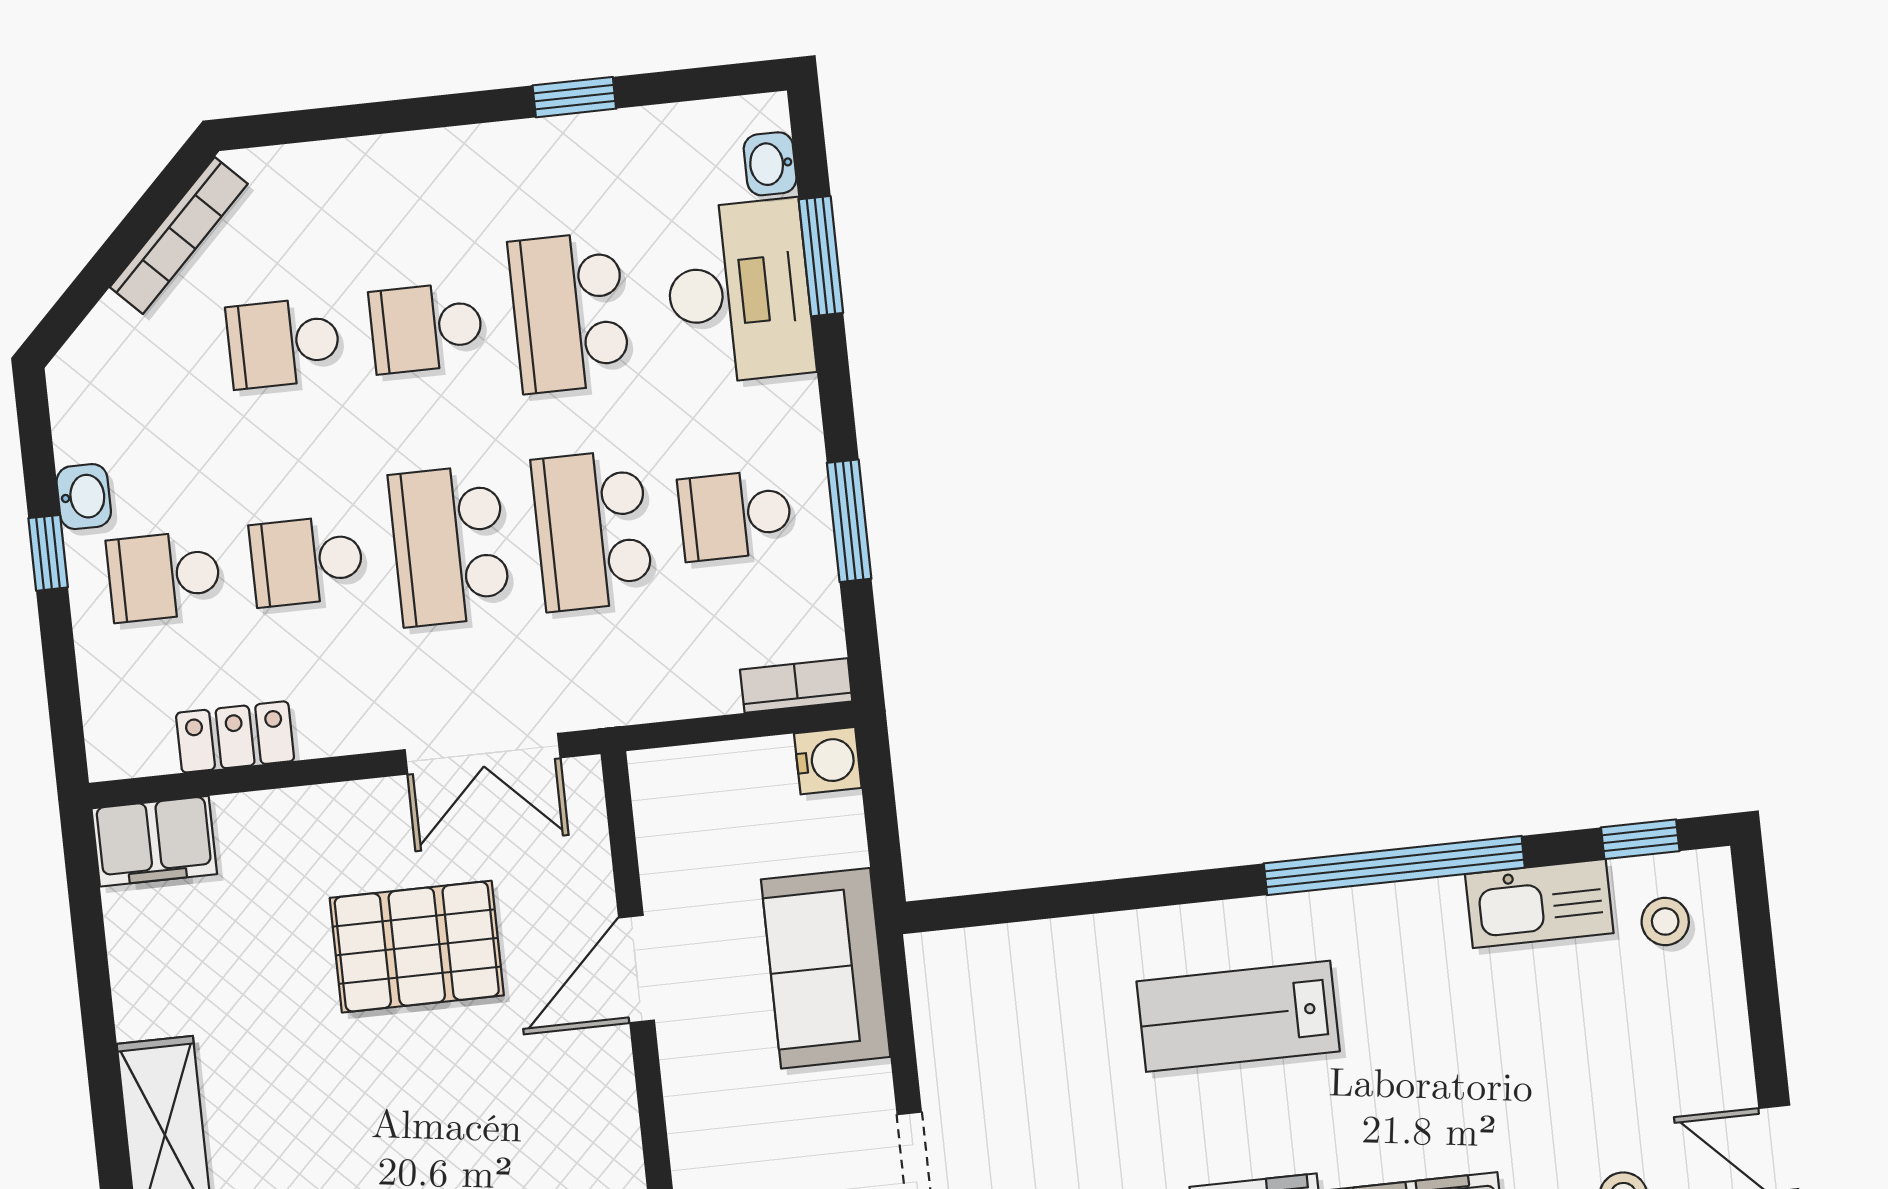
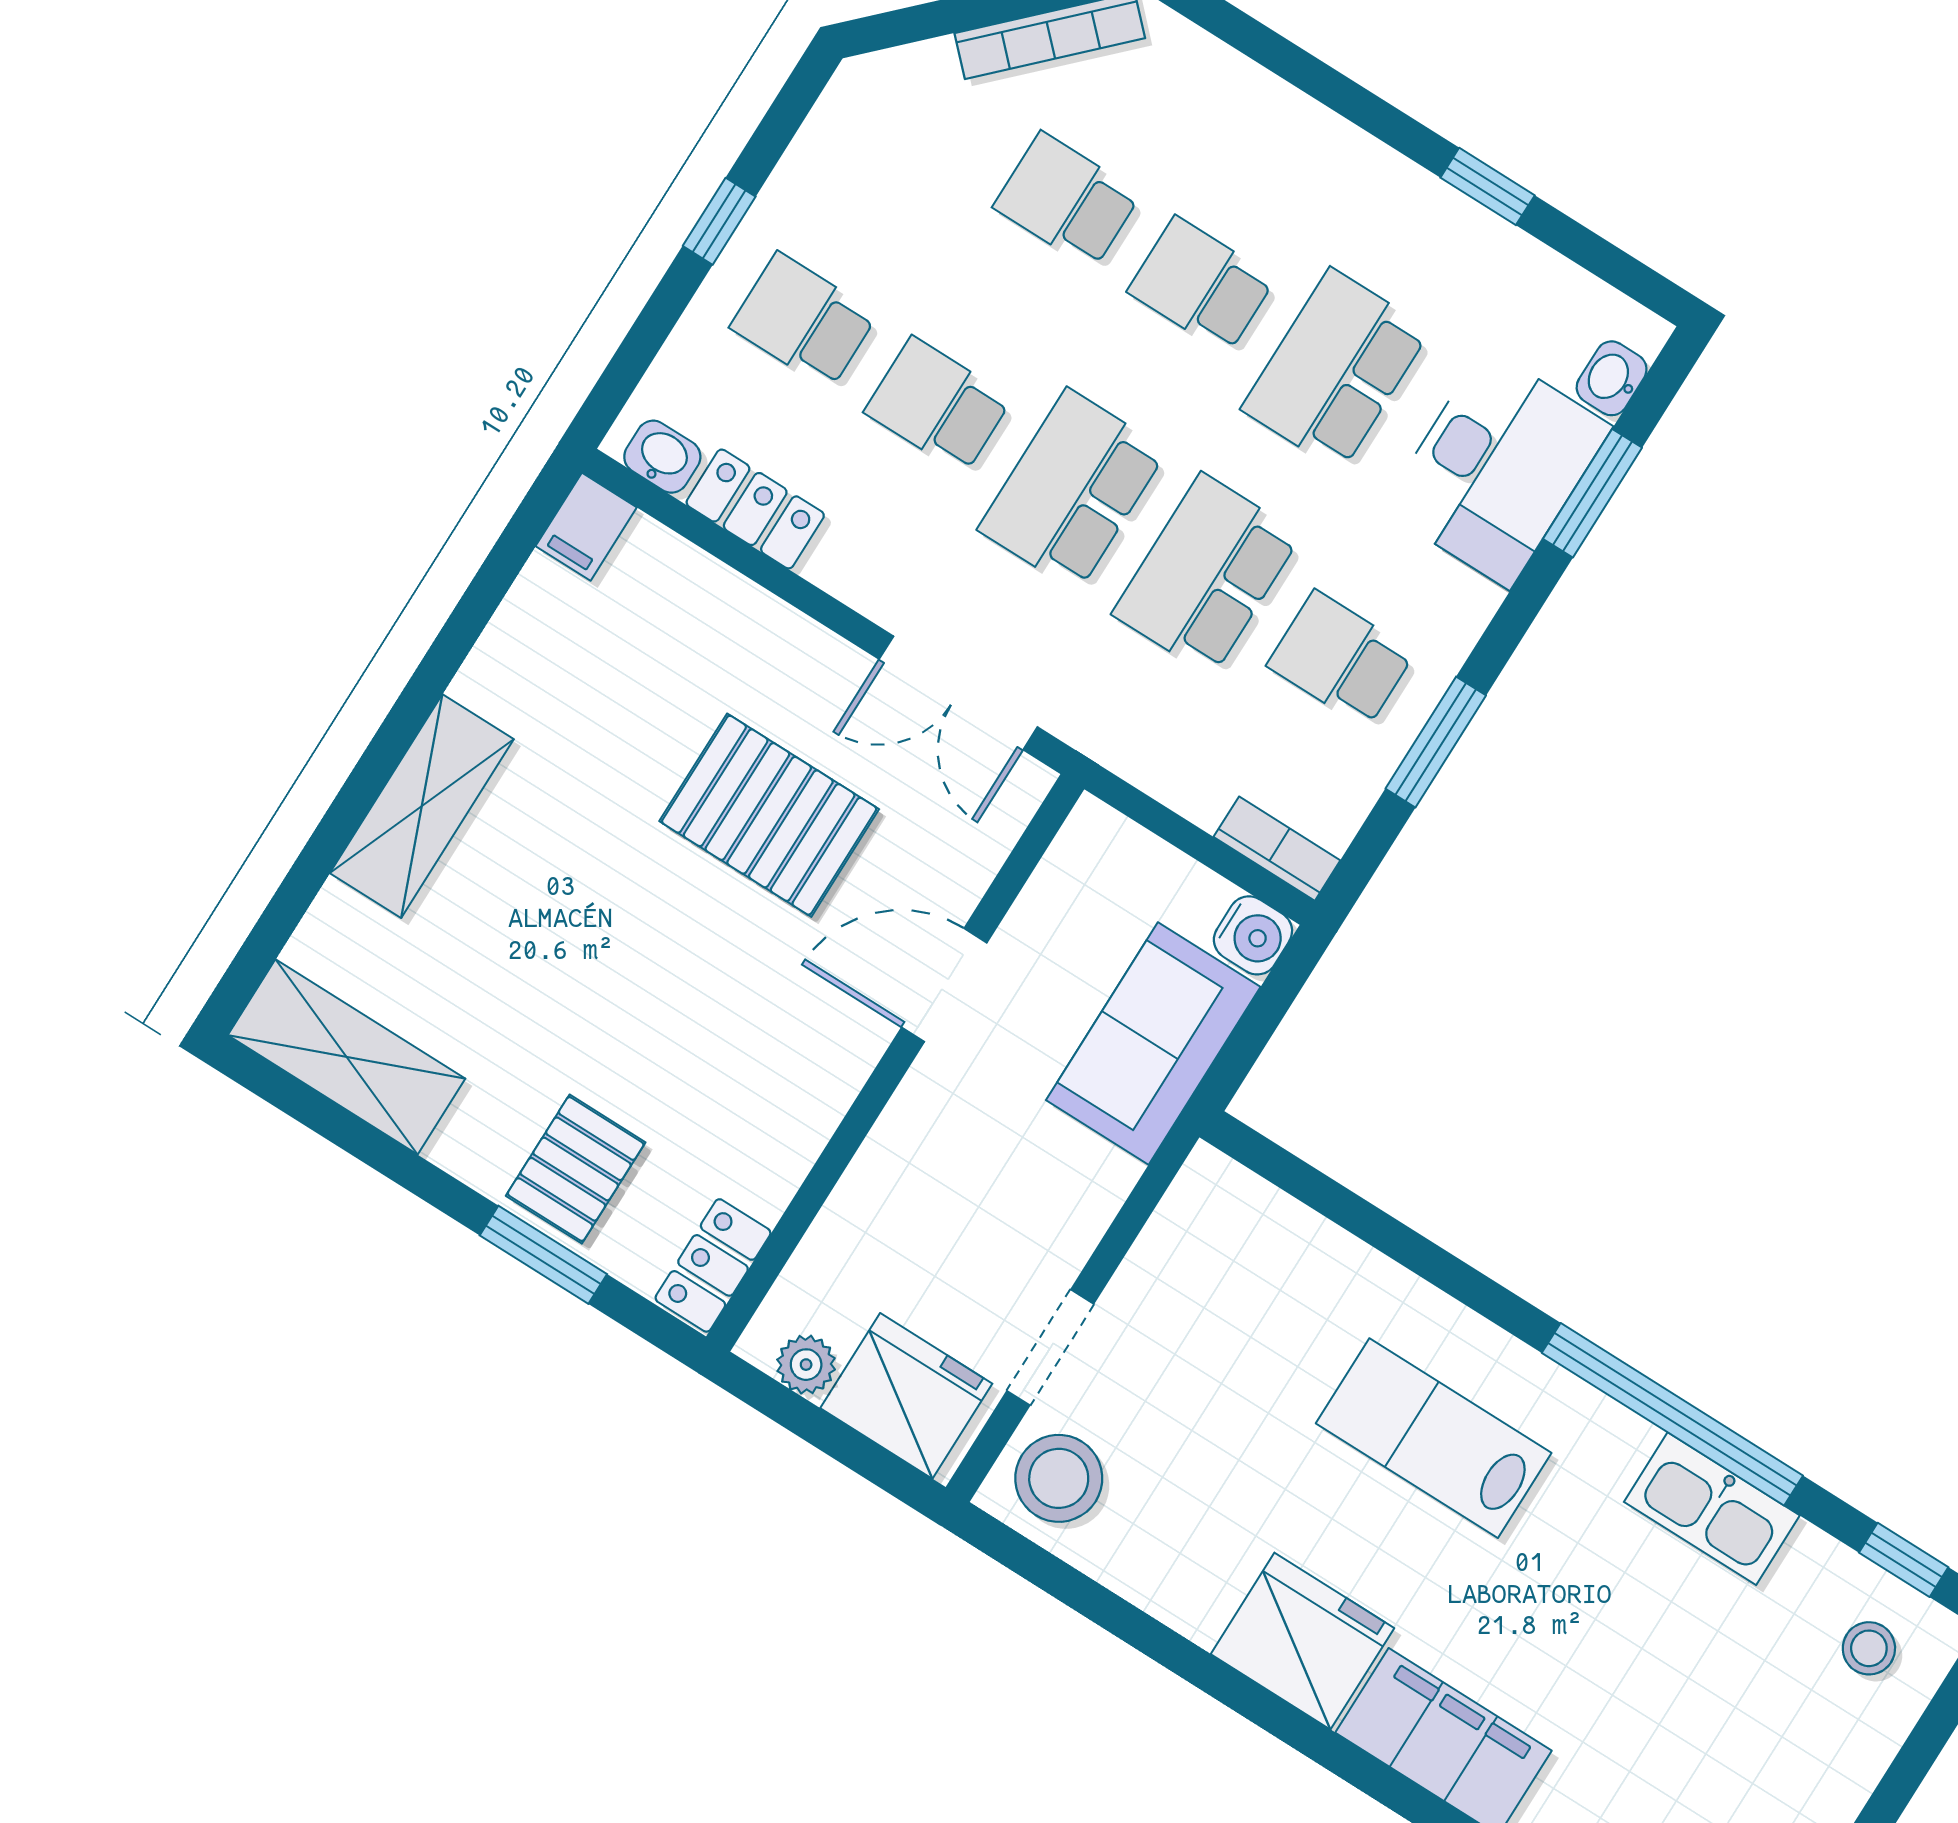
washbasin: (84, 497) -> (662, 457), moved, turned -90
filing cabinet: (154, 841) -> (586, 527), width x0.50
kitchen sink: (1539, 904) -> (1712, 1509), moved
sofa: (826, 968) -> (1153, 1044), moved

